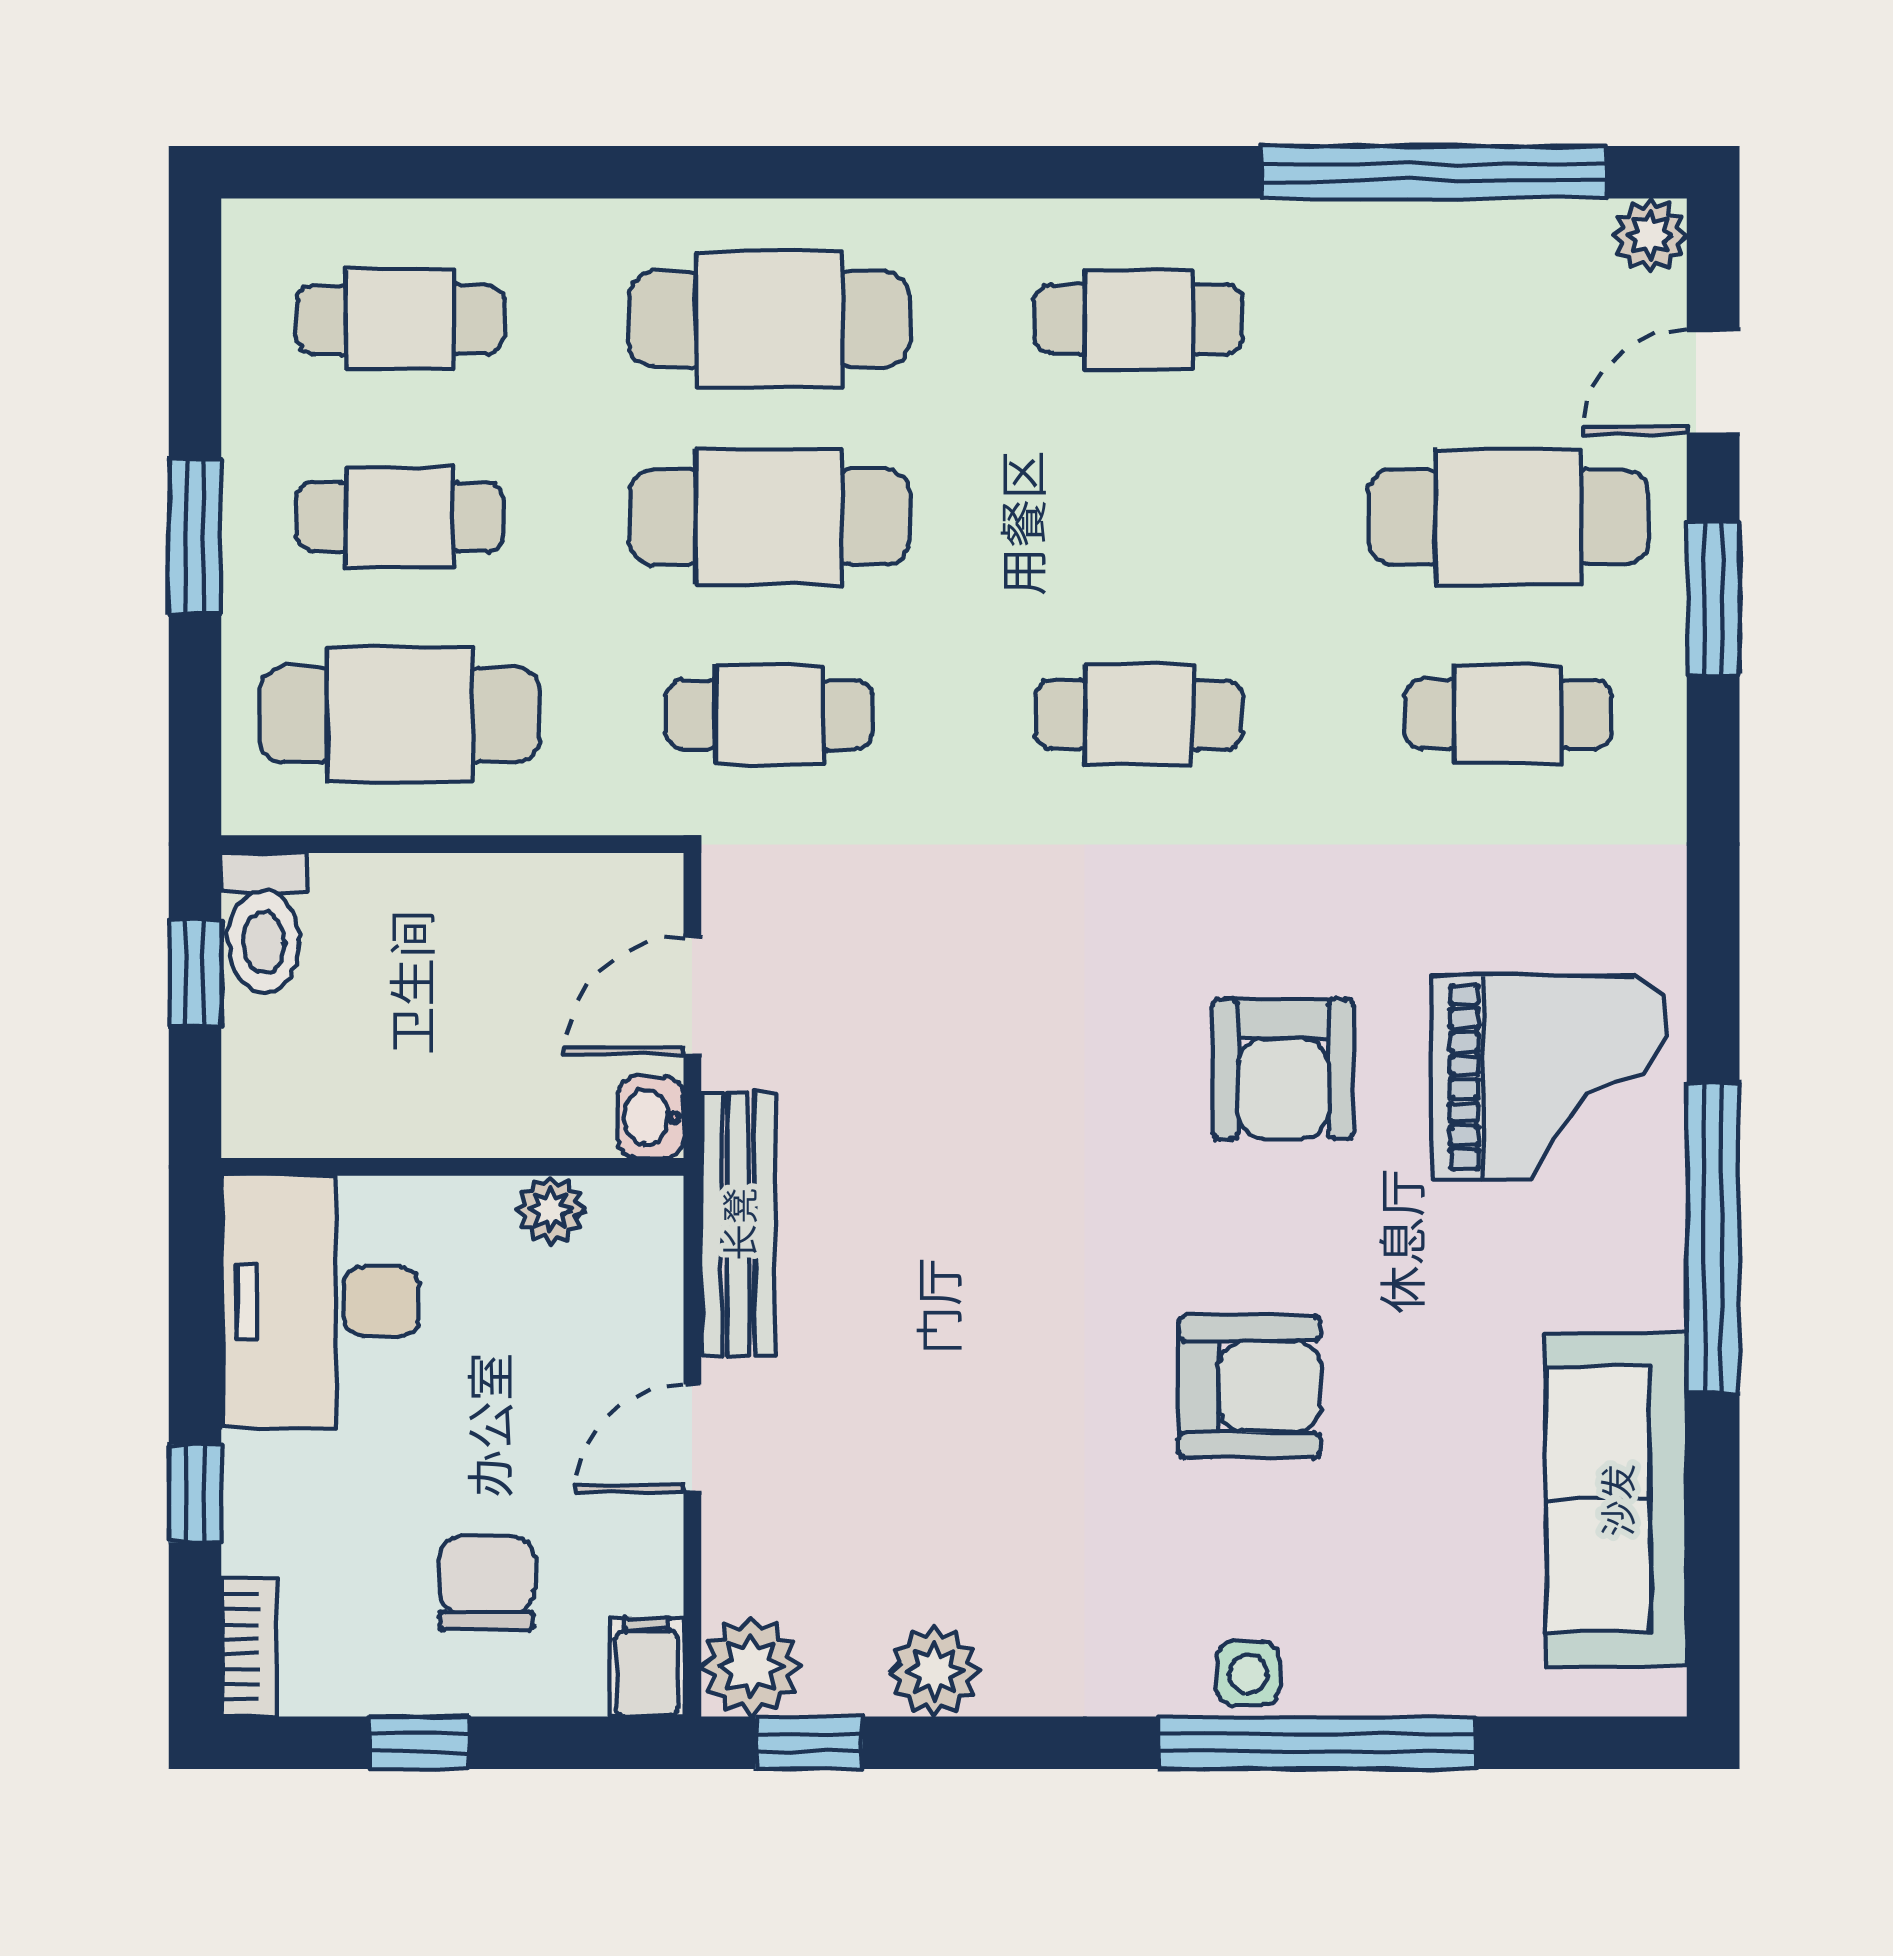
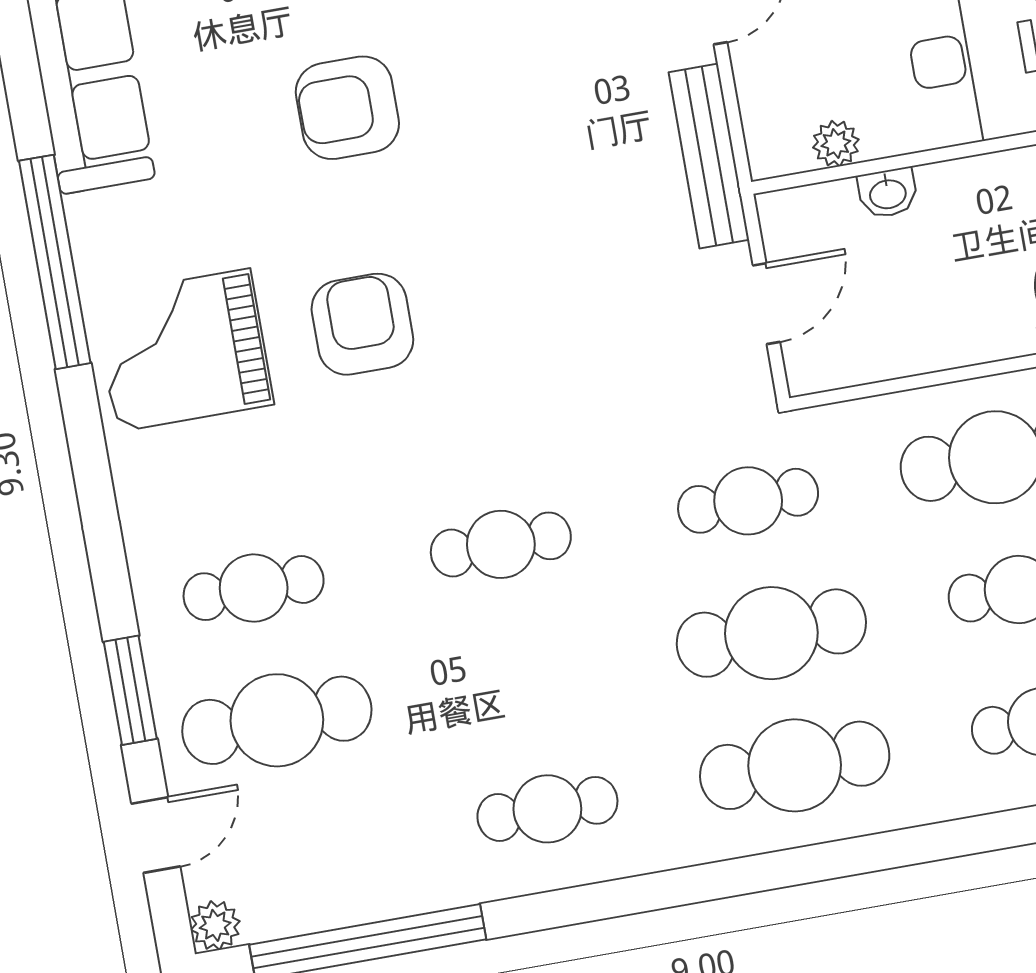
washbasin: (650, 1117) -> (888, 193), moved, turned 90

